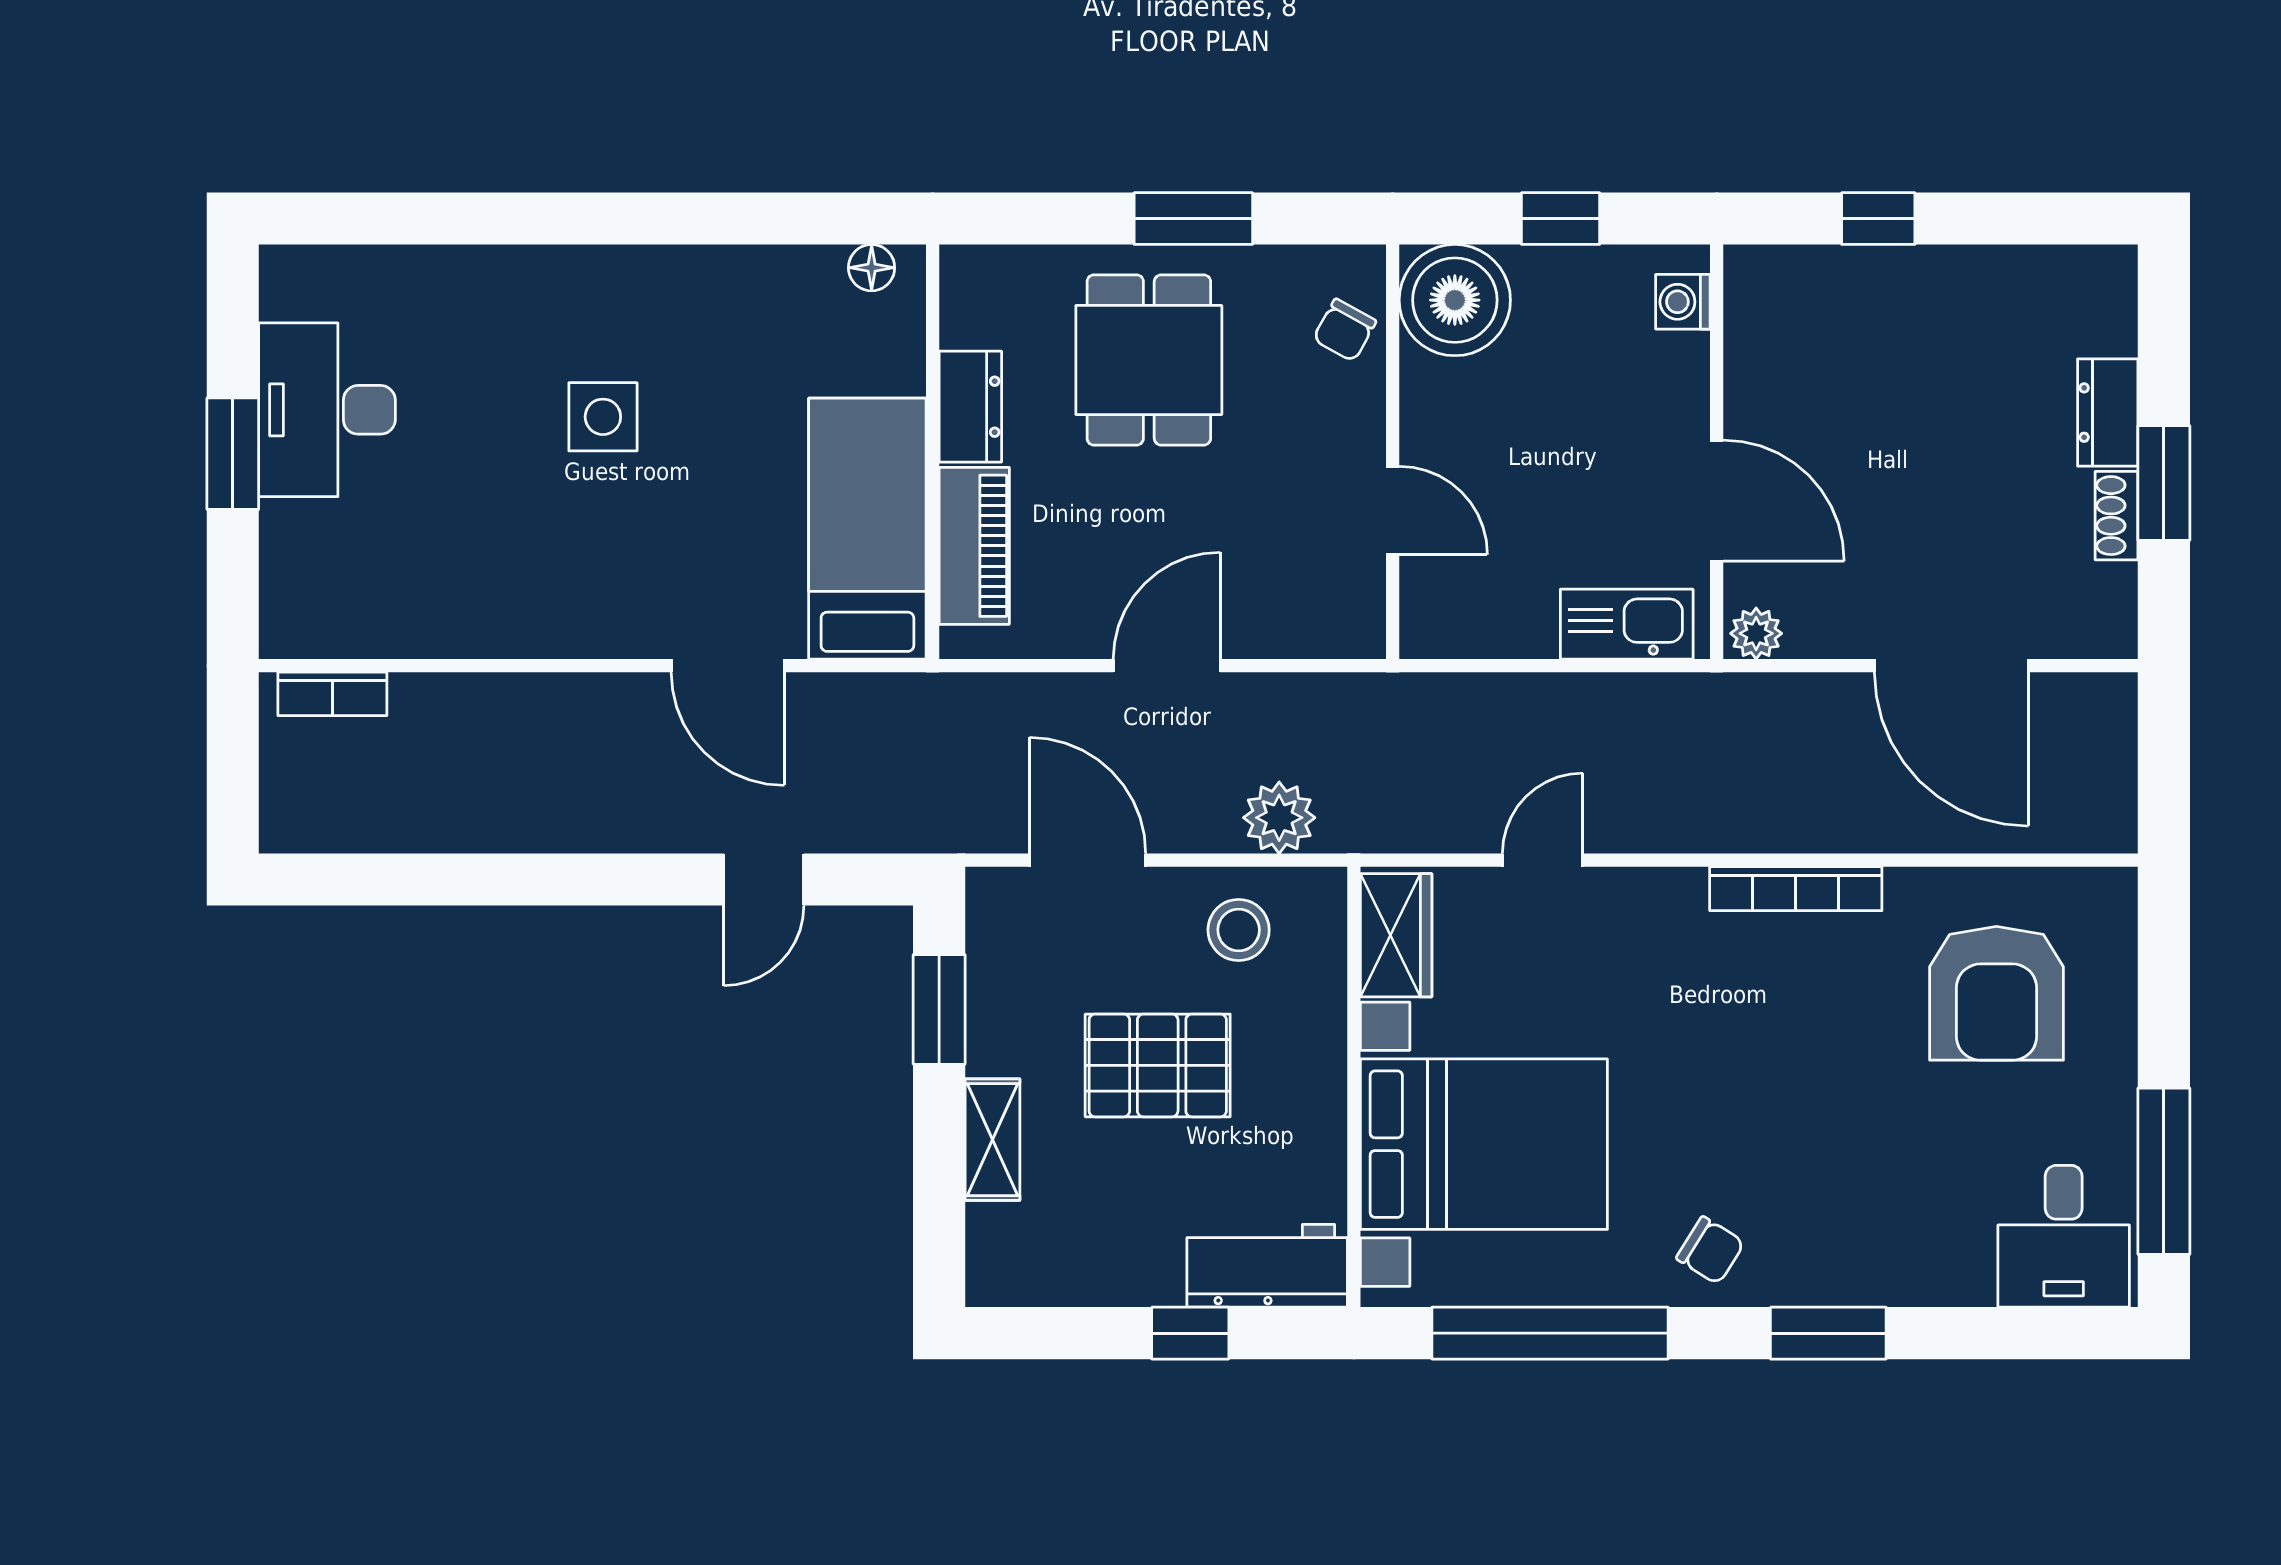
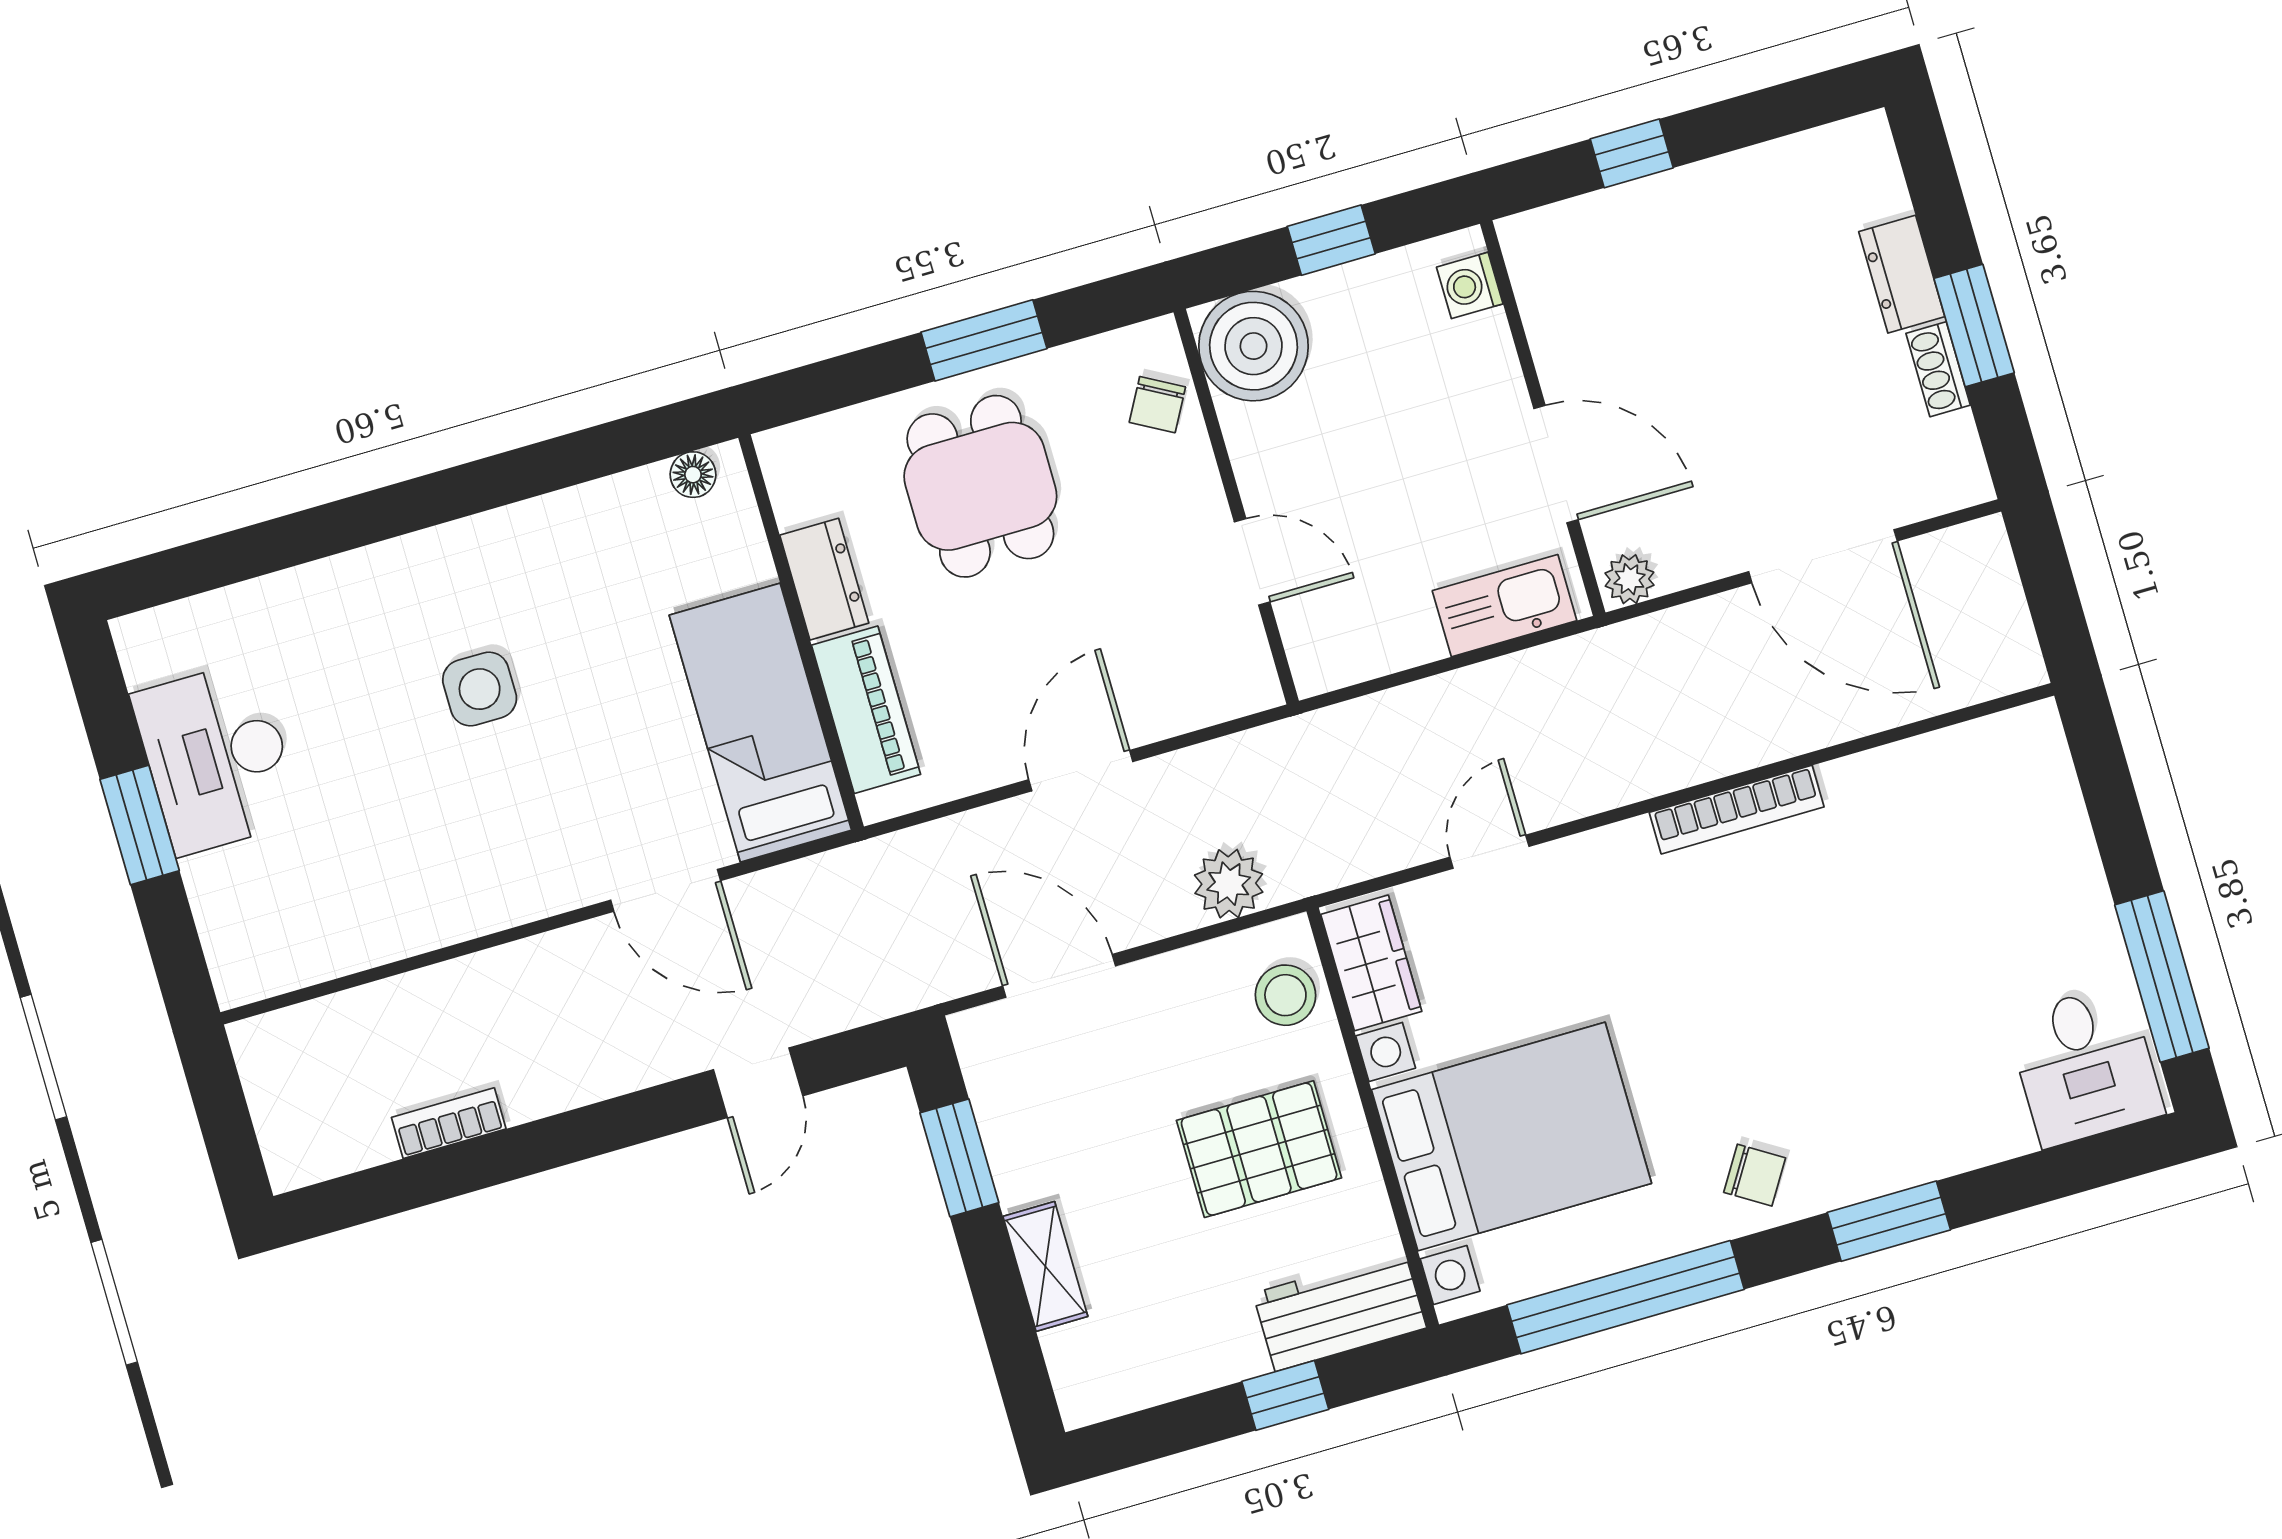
bookcase: (332, 694) -> (449, 1123), moved, turned 180
stool: (1239, 930) -> (1285, 995), moved
armchair: (1996, 993) -> (1955, 854), removed
pallet: (1158, 1065) -> (1259, 1149), moved

